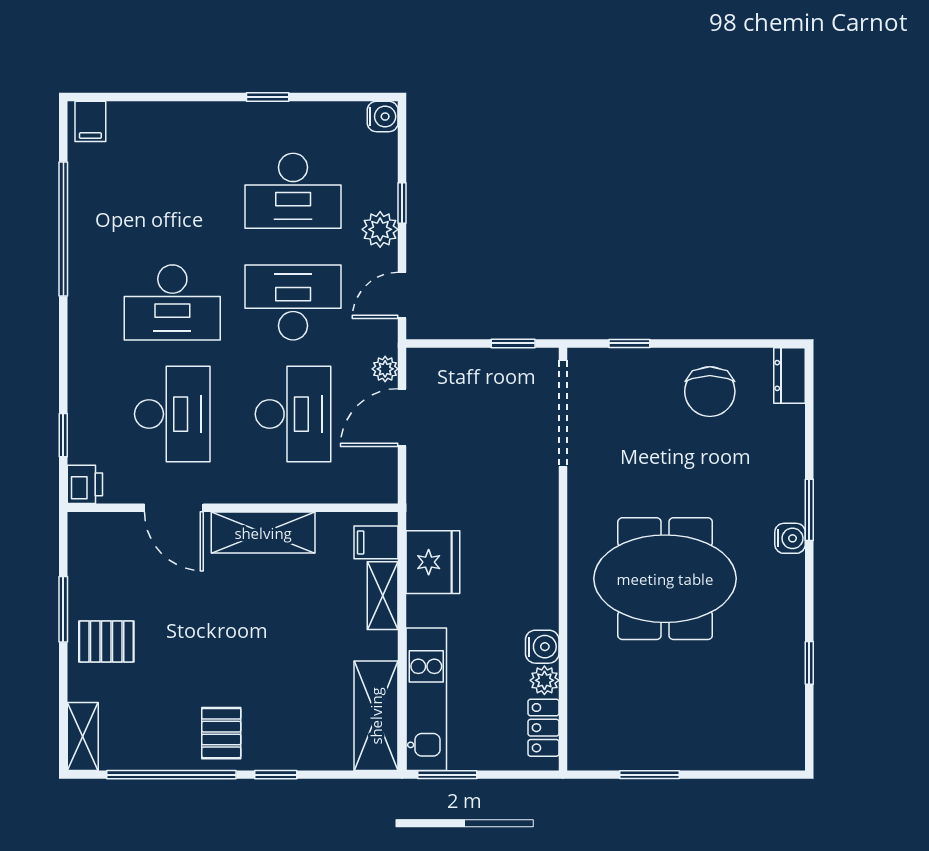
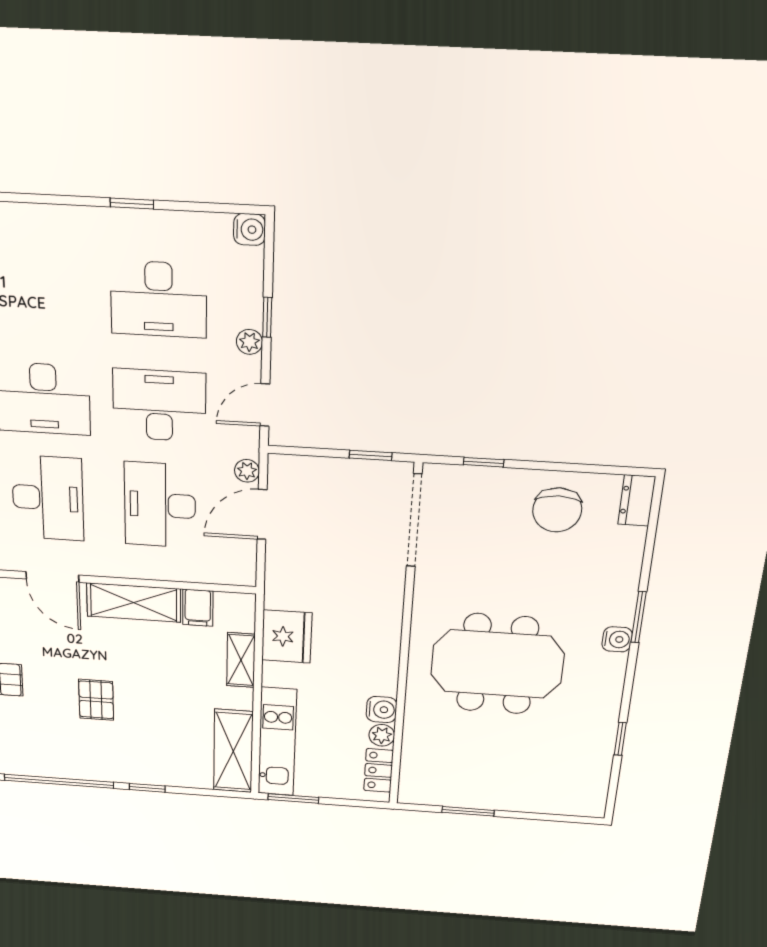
plant: (380, 229) -> (249, 342), width x0.73, depth x0.73
desk: (293, 414) -> (160, 505), turned 180
filing cabinet: (376, 542) -> (198, 608), moved, turned -90
pallet: (221, 733) -> (96, 700), moved

